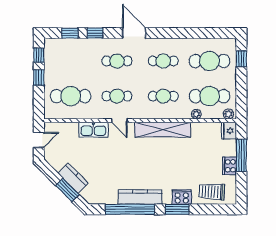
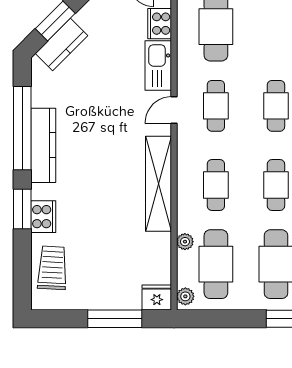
cooker: (230, 166) -> (160, 24), moved, turned -90
kitchen counter: (73, 178) -> (61, 45), moved

